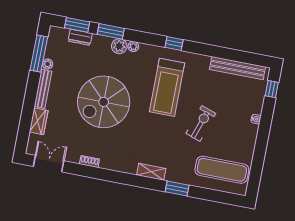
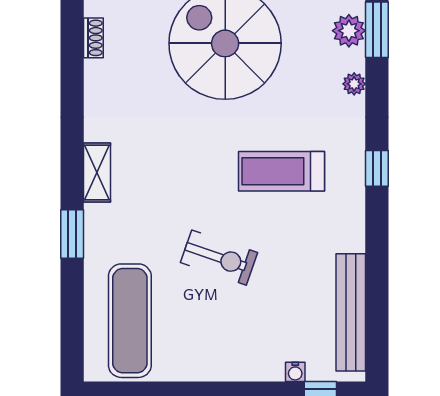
plant: (119, 46) -> (349, 31), moved
treadmill: (167, 87) -> (281, 171), width x0.73, depth x0.73
water cooler: (256, 119) -> (295, 372), moved

